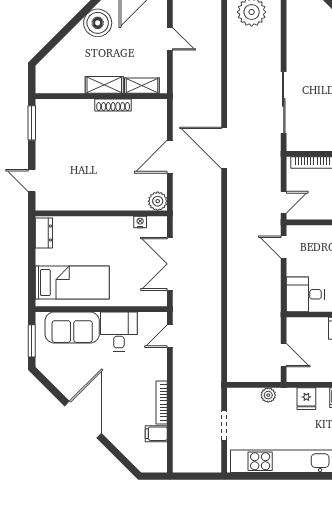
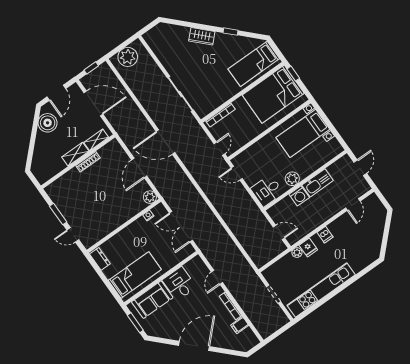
door: (170, 39) -> (93, 103), width x1.87
window: (32, 123) -> (58, 214), moved
door: (170, 336) -> (217, 277), moved
plant: (268, 395) -> (297, 253), moved
door: (83, 420) -> (194, 346), hinge flipped

